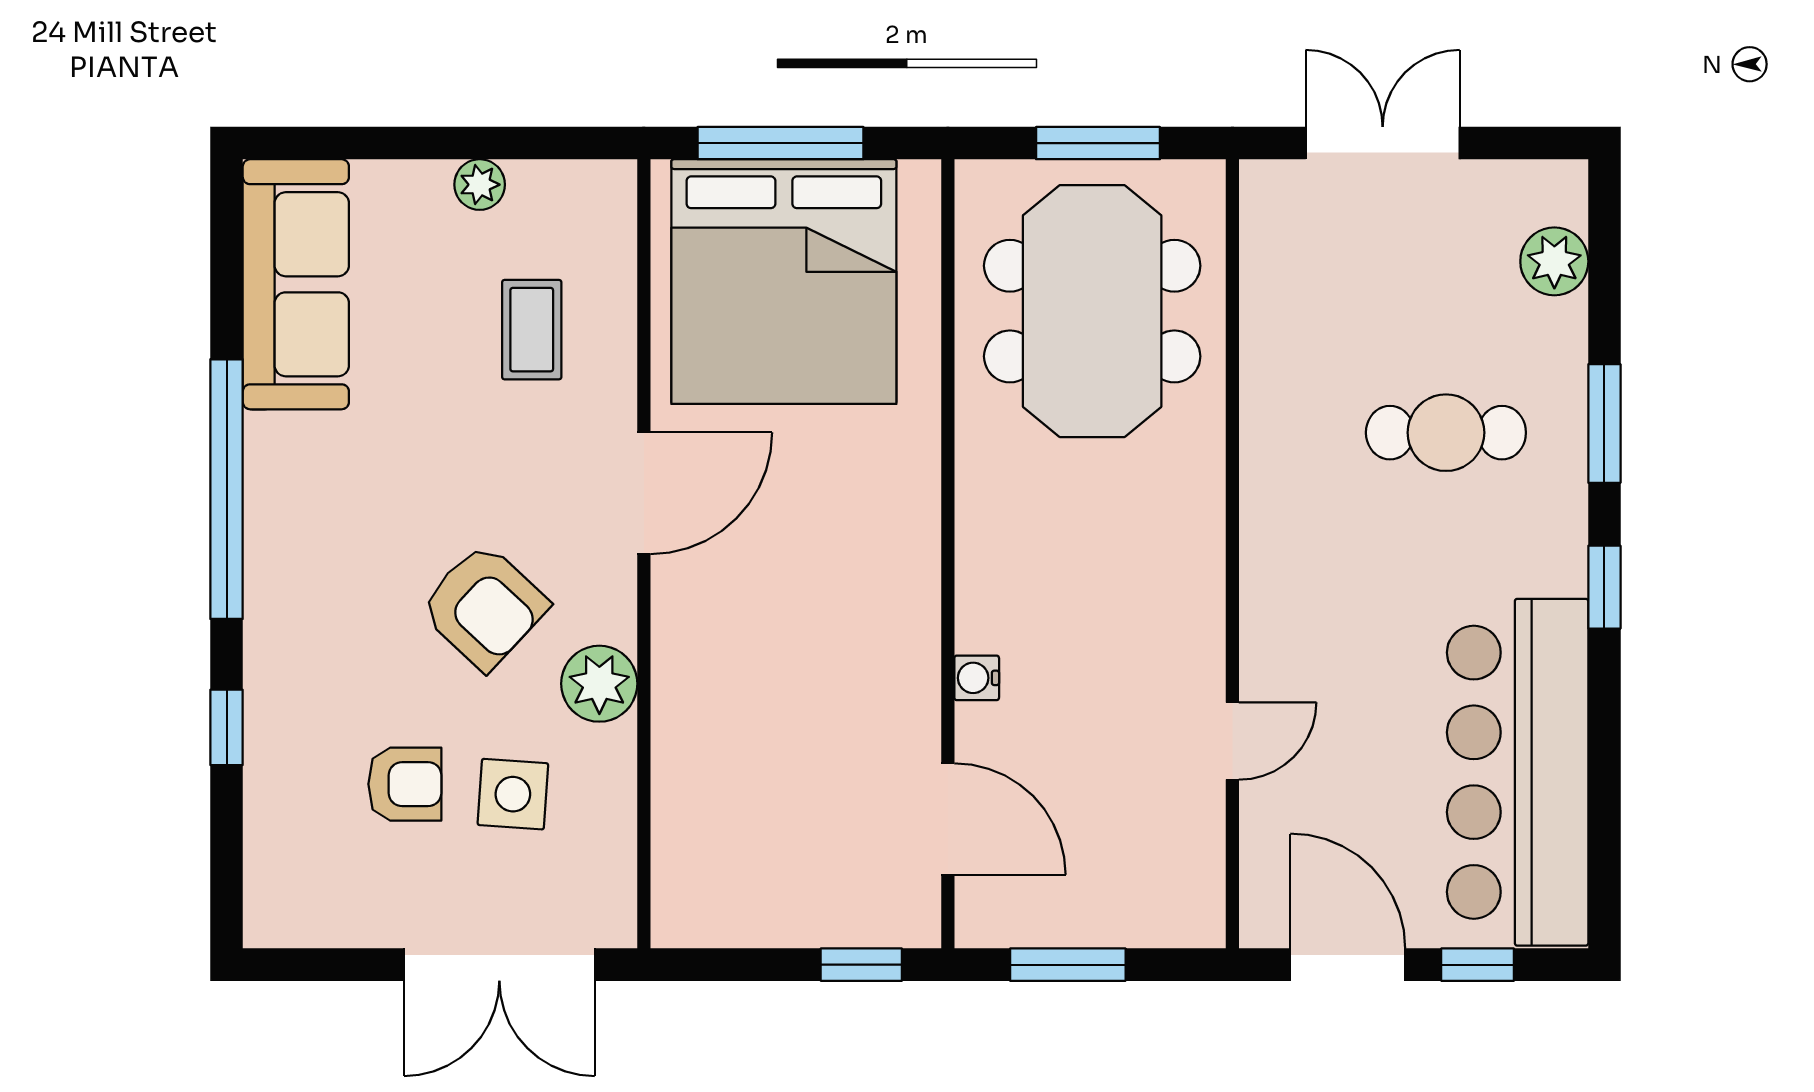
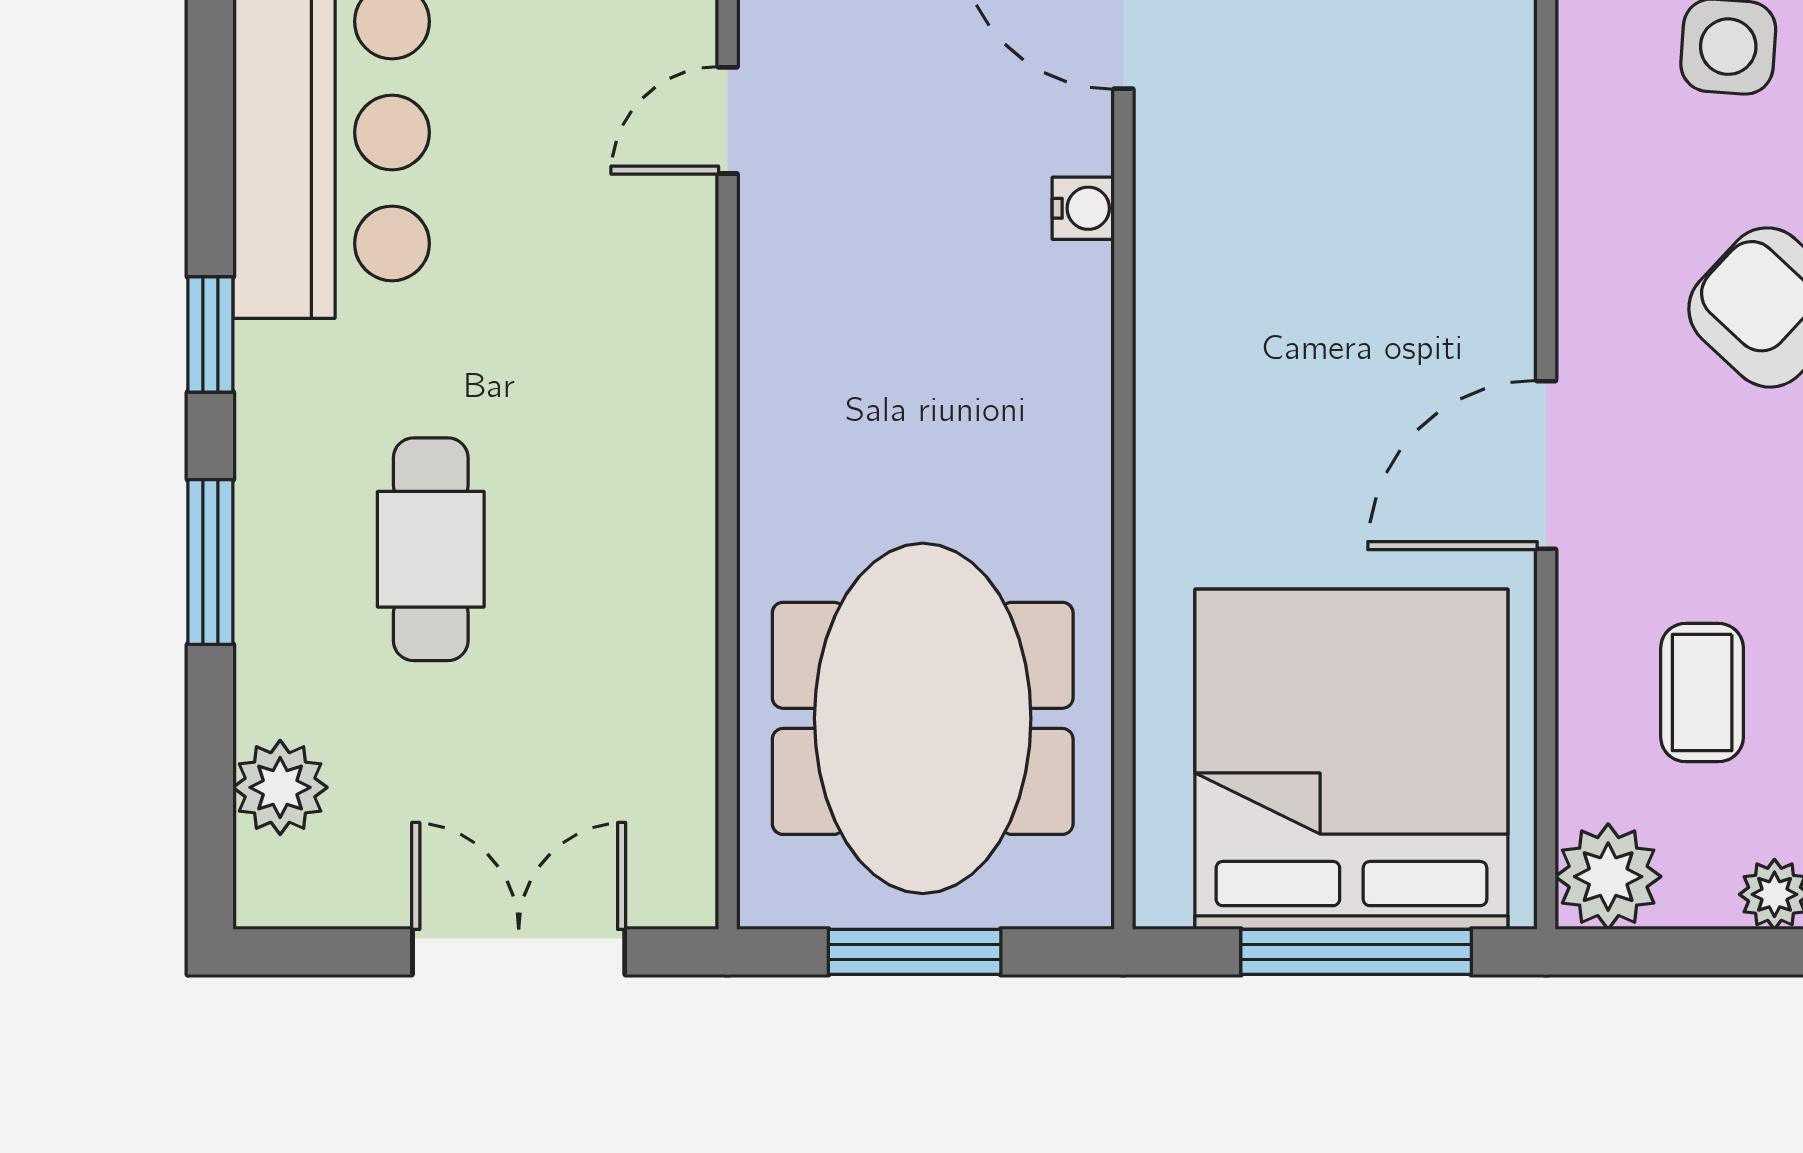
double door: (1383, 143) -> (519, 952), swing flipped
cafe table: (1446, 433) -> (431, 549), turned 90
plant: (599, 684) -> (1608, 877), moved

